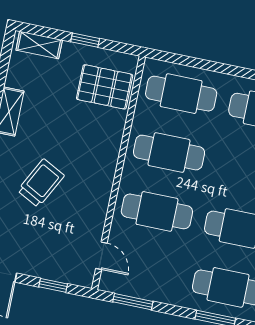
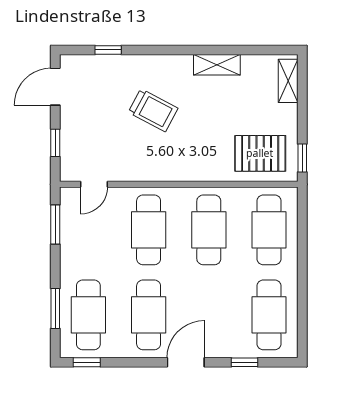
window: (85, 40) -> (302, 158), moved
pallet: (105, 87) -> (260, 153), turned 90

